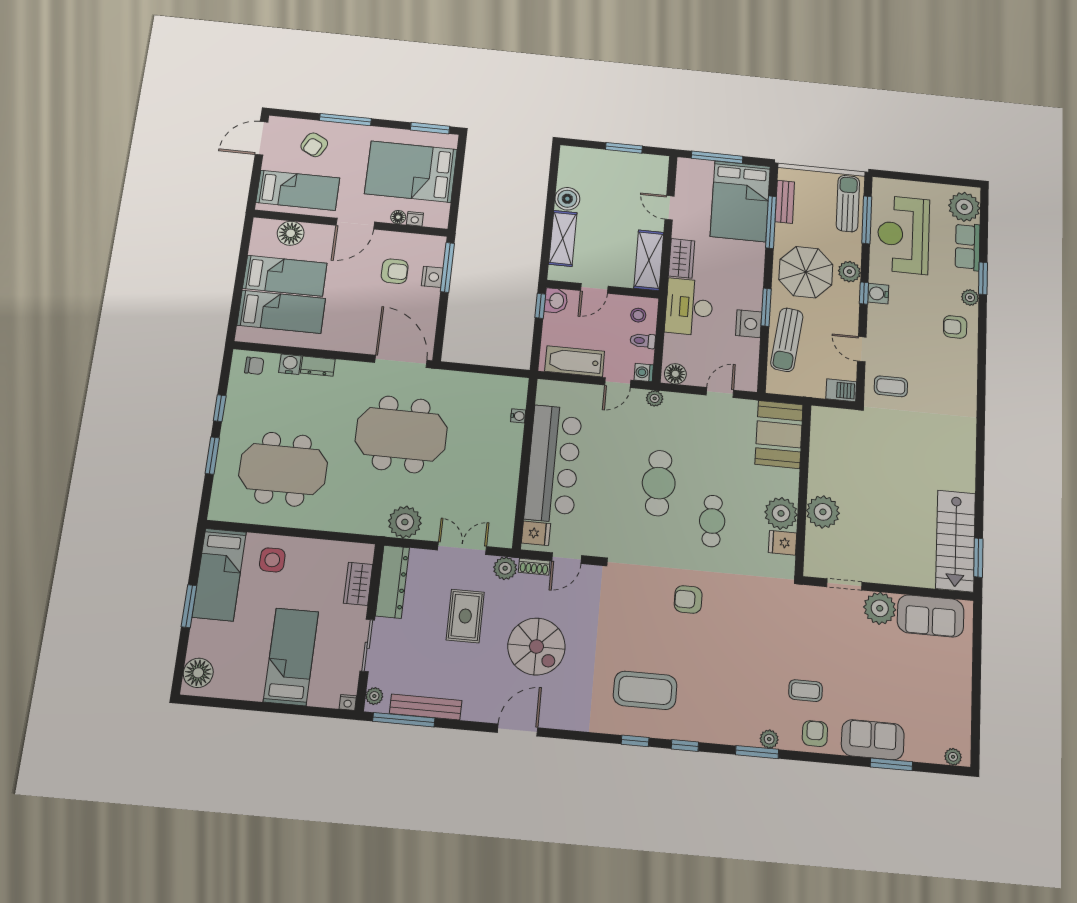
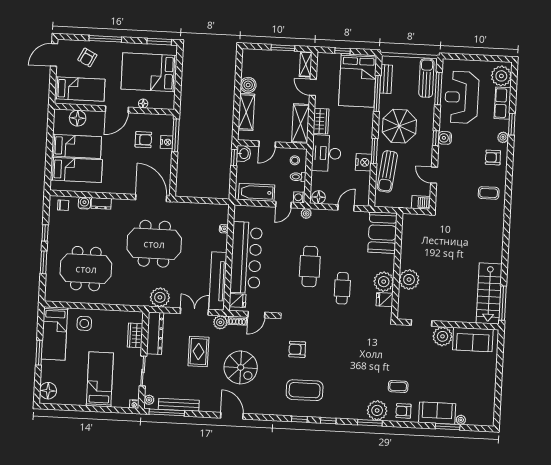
window: (717, 157) -> (343, 51), width x0.46
shelving: (659, 173) -> (306, 64), added
nightstand: (415, 219) -> (154, 104), removed
plant: (849, 272) -> (427, 124), removed
coffee table: (891, 386) -> (489, 193), moved
tv unit: (504, 500) -> (218, 281), added
window: (978, 558) -> (503, 303), width x1.44
armchair: (688, 599) -> (297, 349), moved
door: (518, 730) -> (232, 416), hinge flipped
armchair: (815, 734) -> (403, 411), turned -90
plant: (769, 739) -> (377, 410), width x1.88, depth x1.88
plant: (953, 757) -> (461, 420), moved

